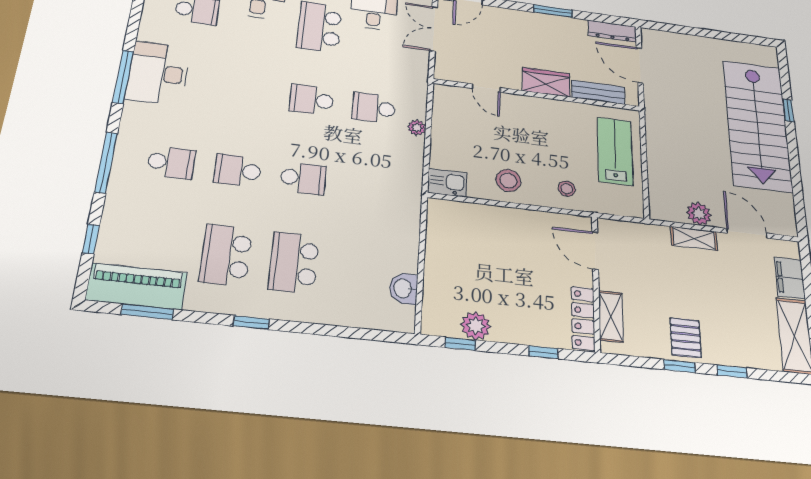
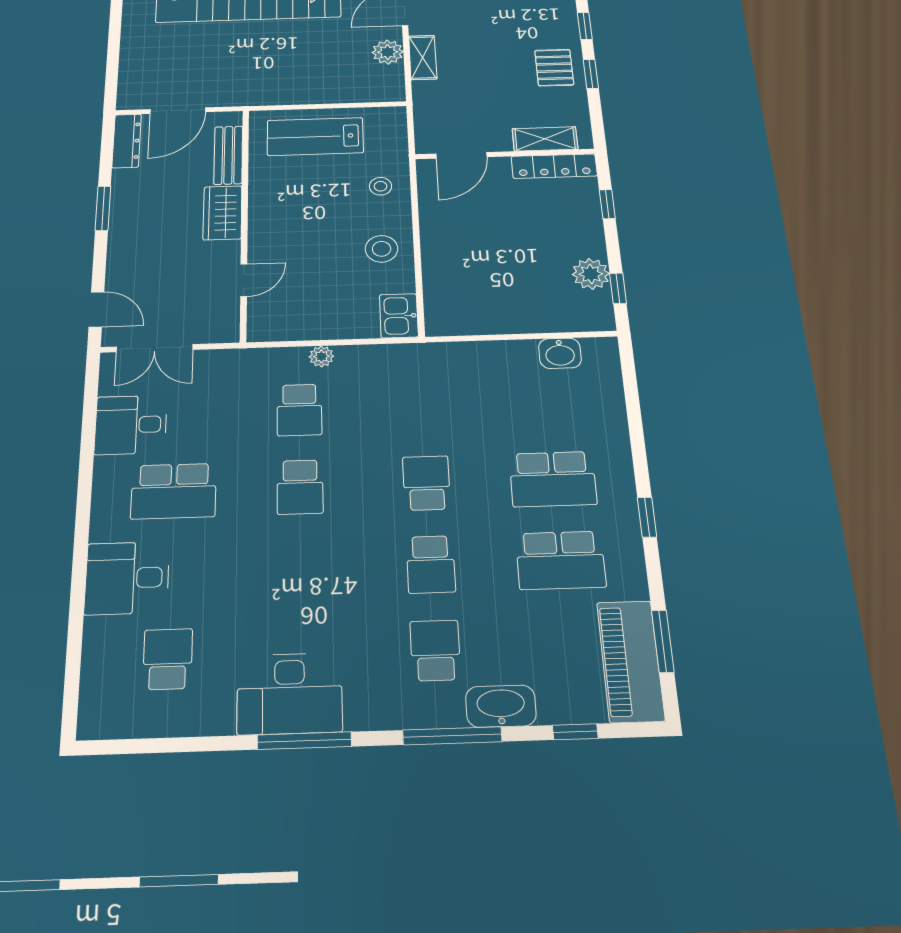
washbasin: (121, 196) -> (501, 706), added
pallet: (686, 338) -> (554, 68), turned 90

